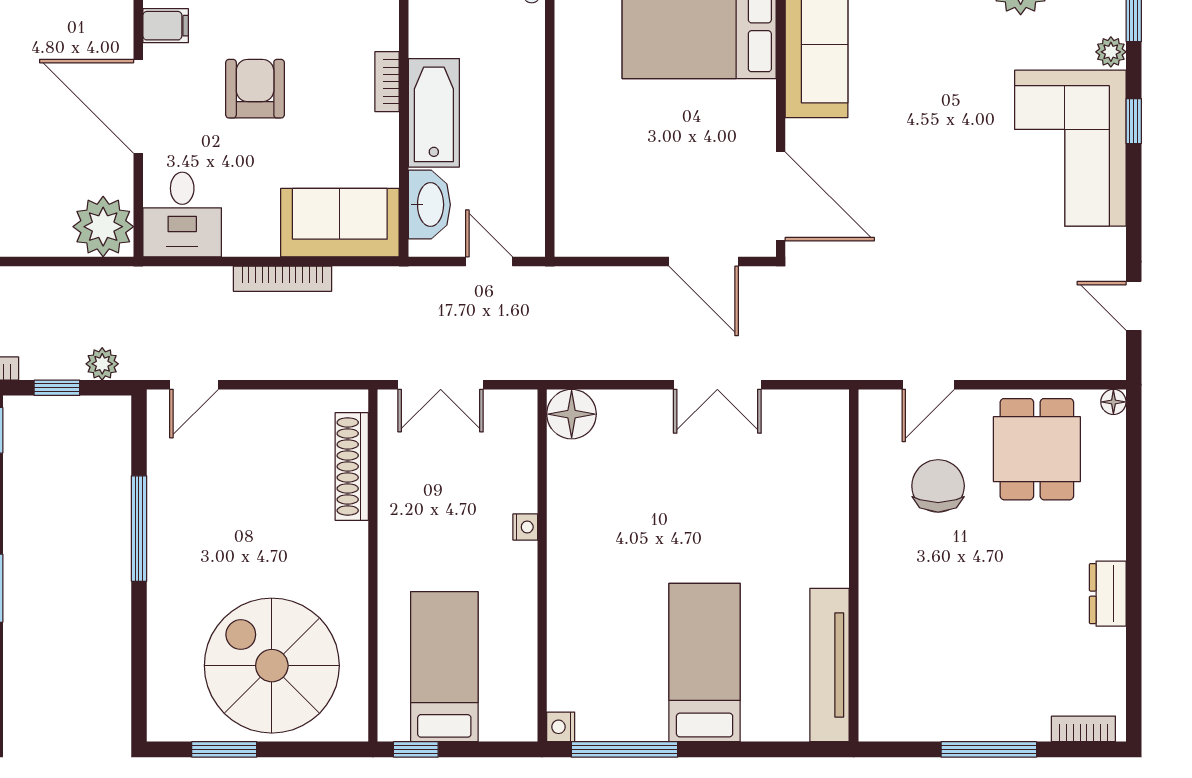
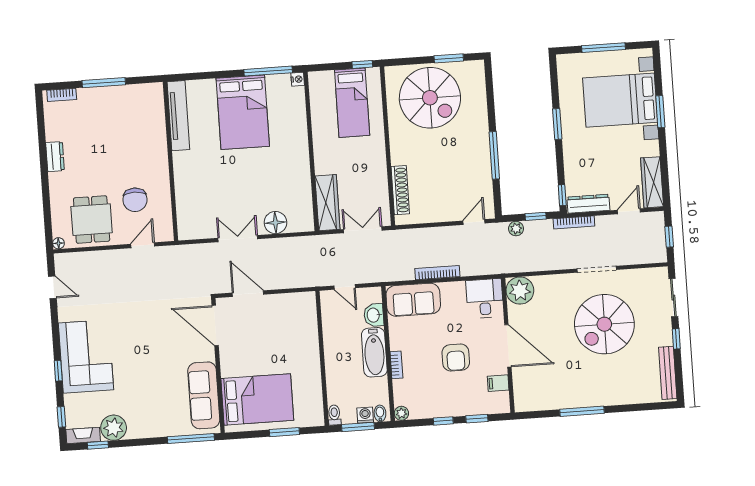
plant: (1111, 52) -> (71, 401), removed
washbasin: (429, 205) -> (374, 315), width x0.72
floor lamp: (572, 414) -> (275, 223), moved
wardrobe: (514, 450) -> (327, 203), added
nightstand: (525, 527) -> (320, 168), removed
bed: (705, 662) -> (243, 112), width x1.50

